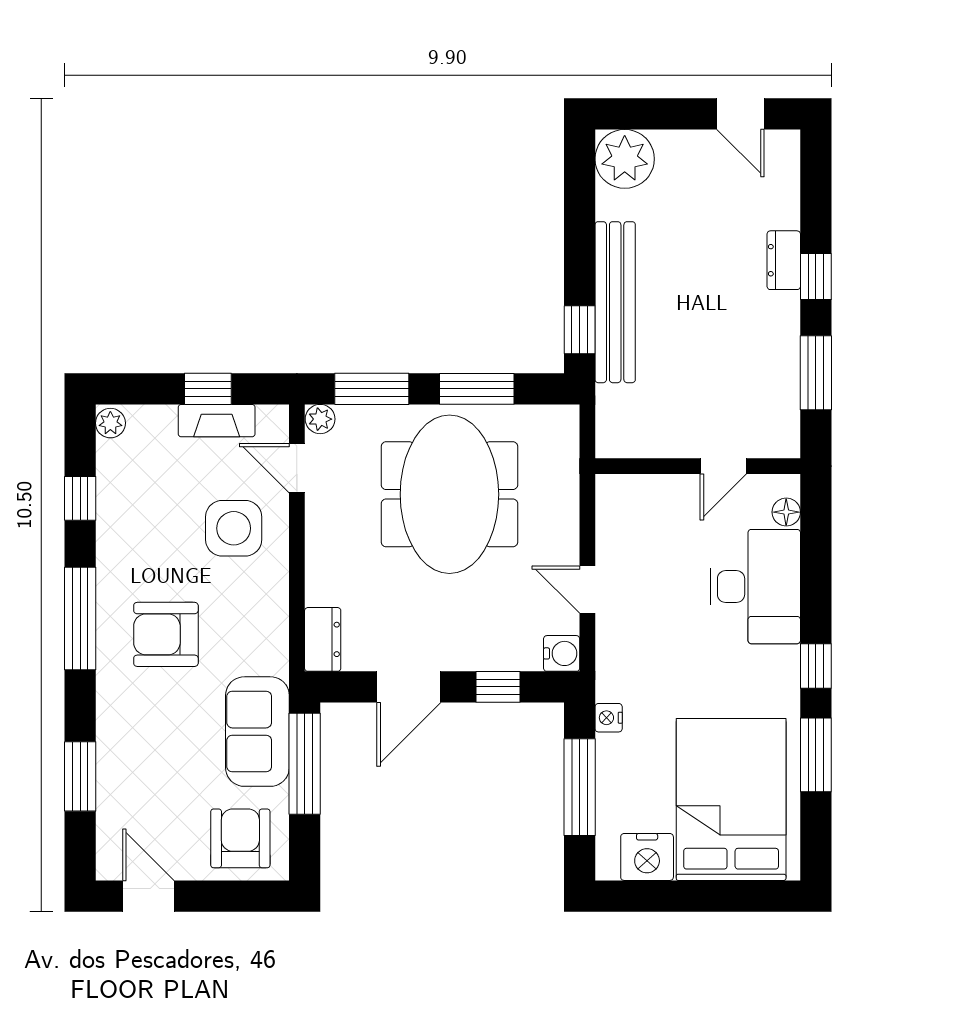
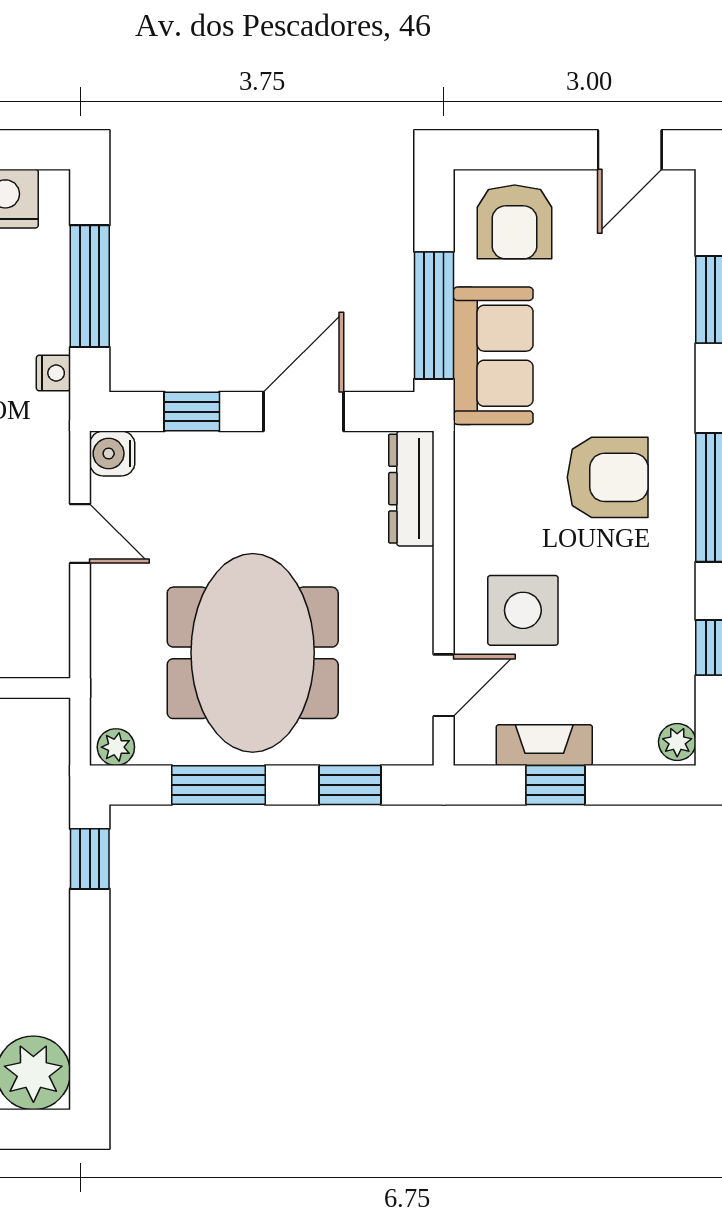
bench: (615, 302) -> (45, 893), removed
window: (372, 389) -> (350, 785), width x0.67
plant: (320, 419) -> (116, 747), moved
door: (297, 468) -> (444, 685), hinge flipped
dresser: (323, 639) -> (411, 489), width x1.44
door: (148, 896) -> (630, 150), hinge flipped

